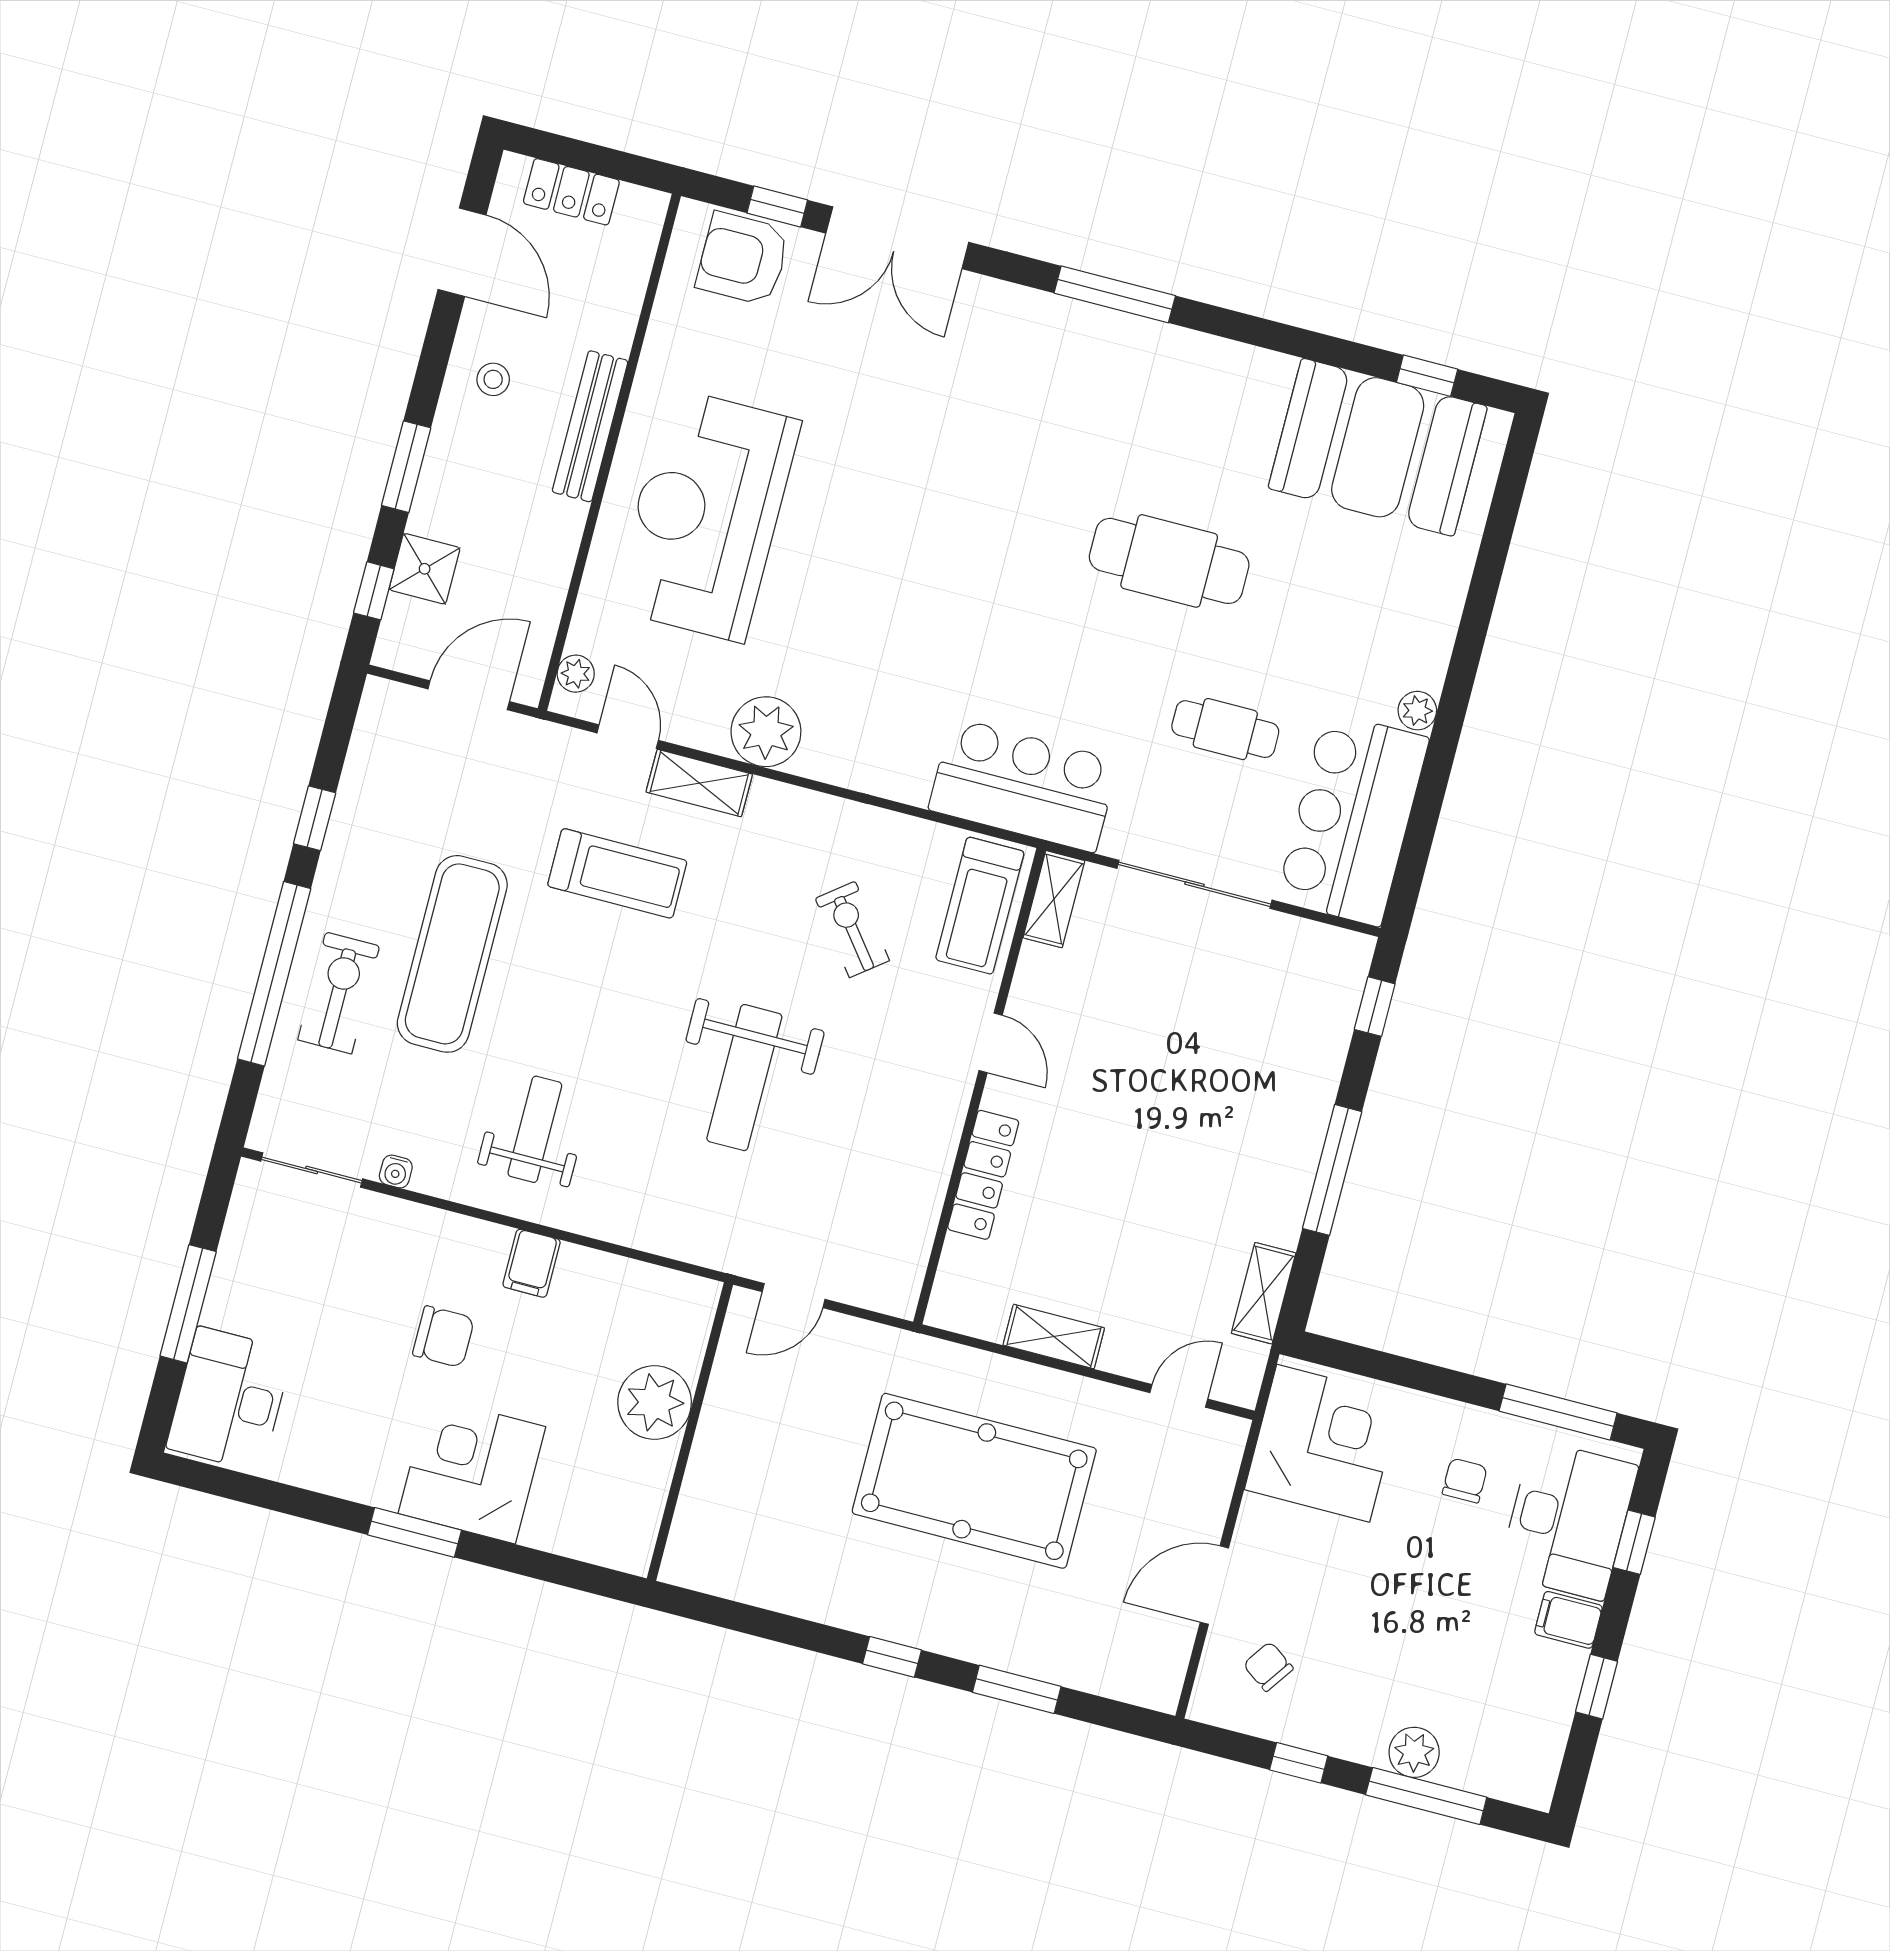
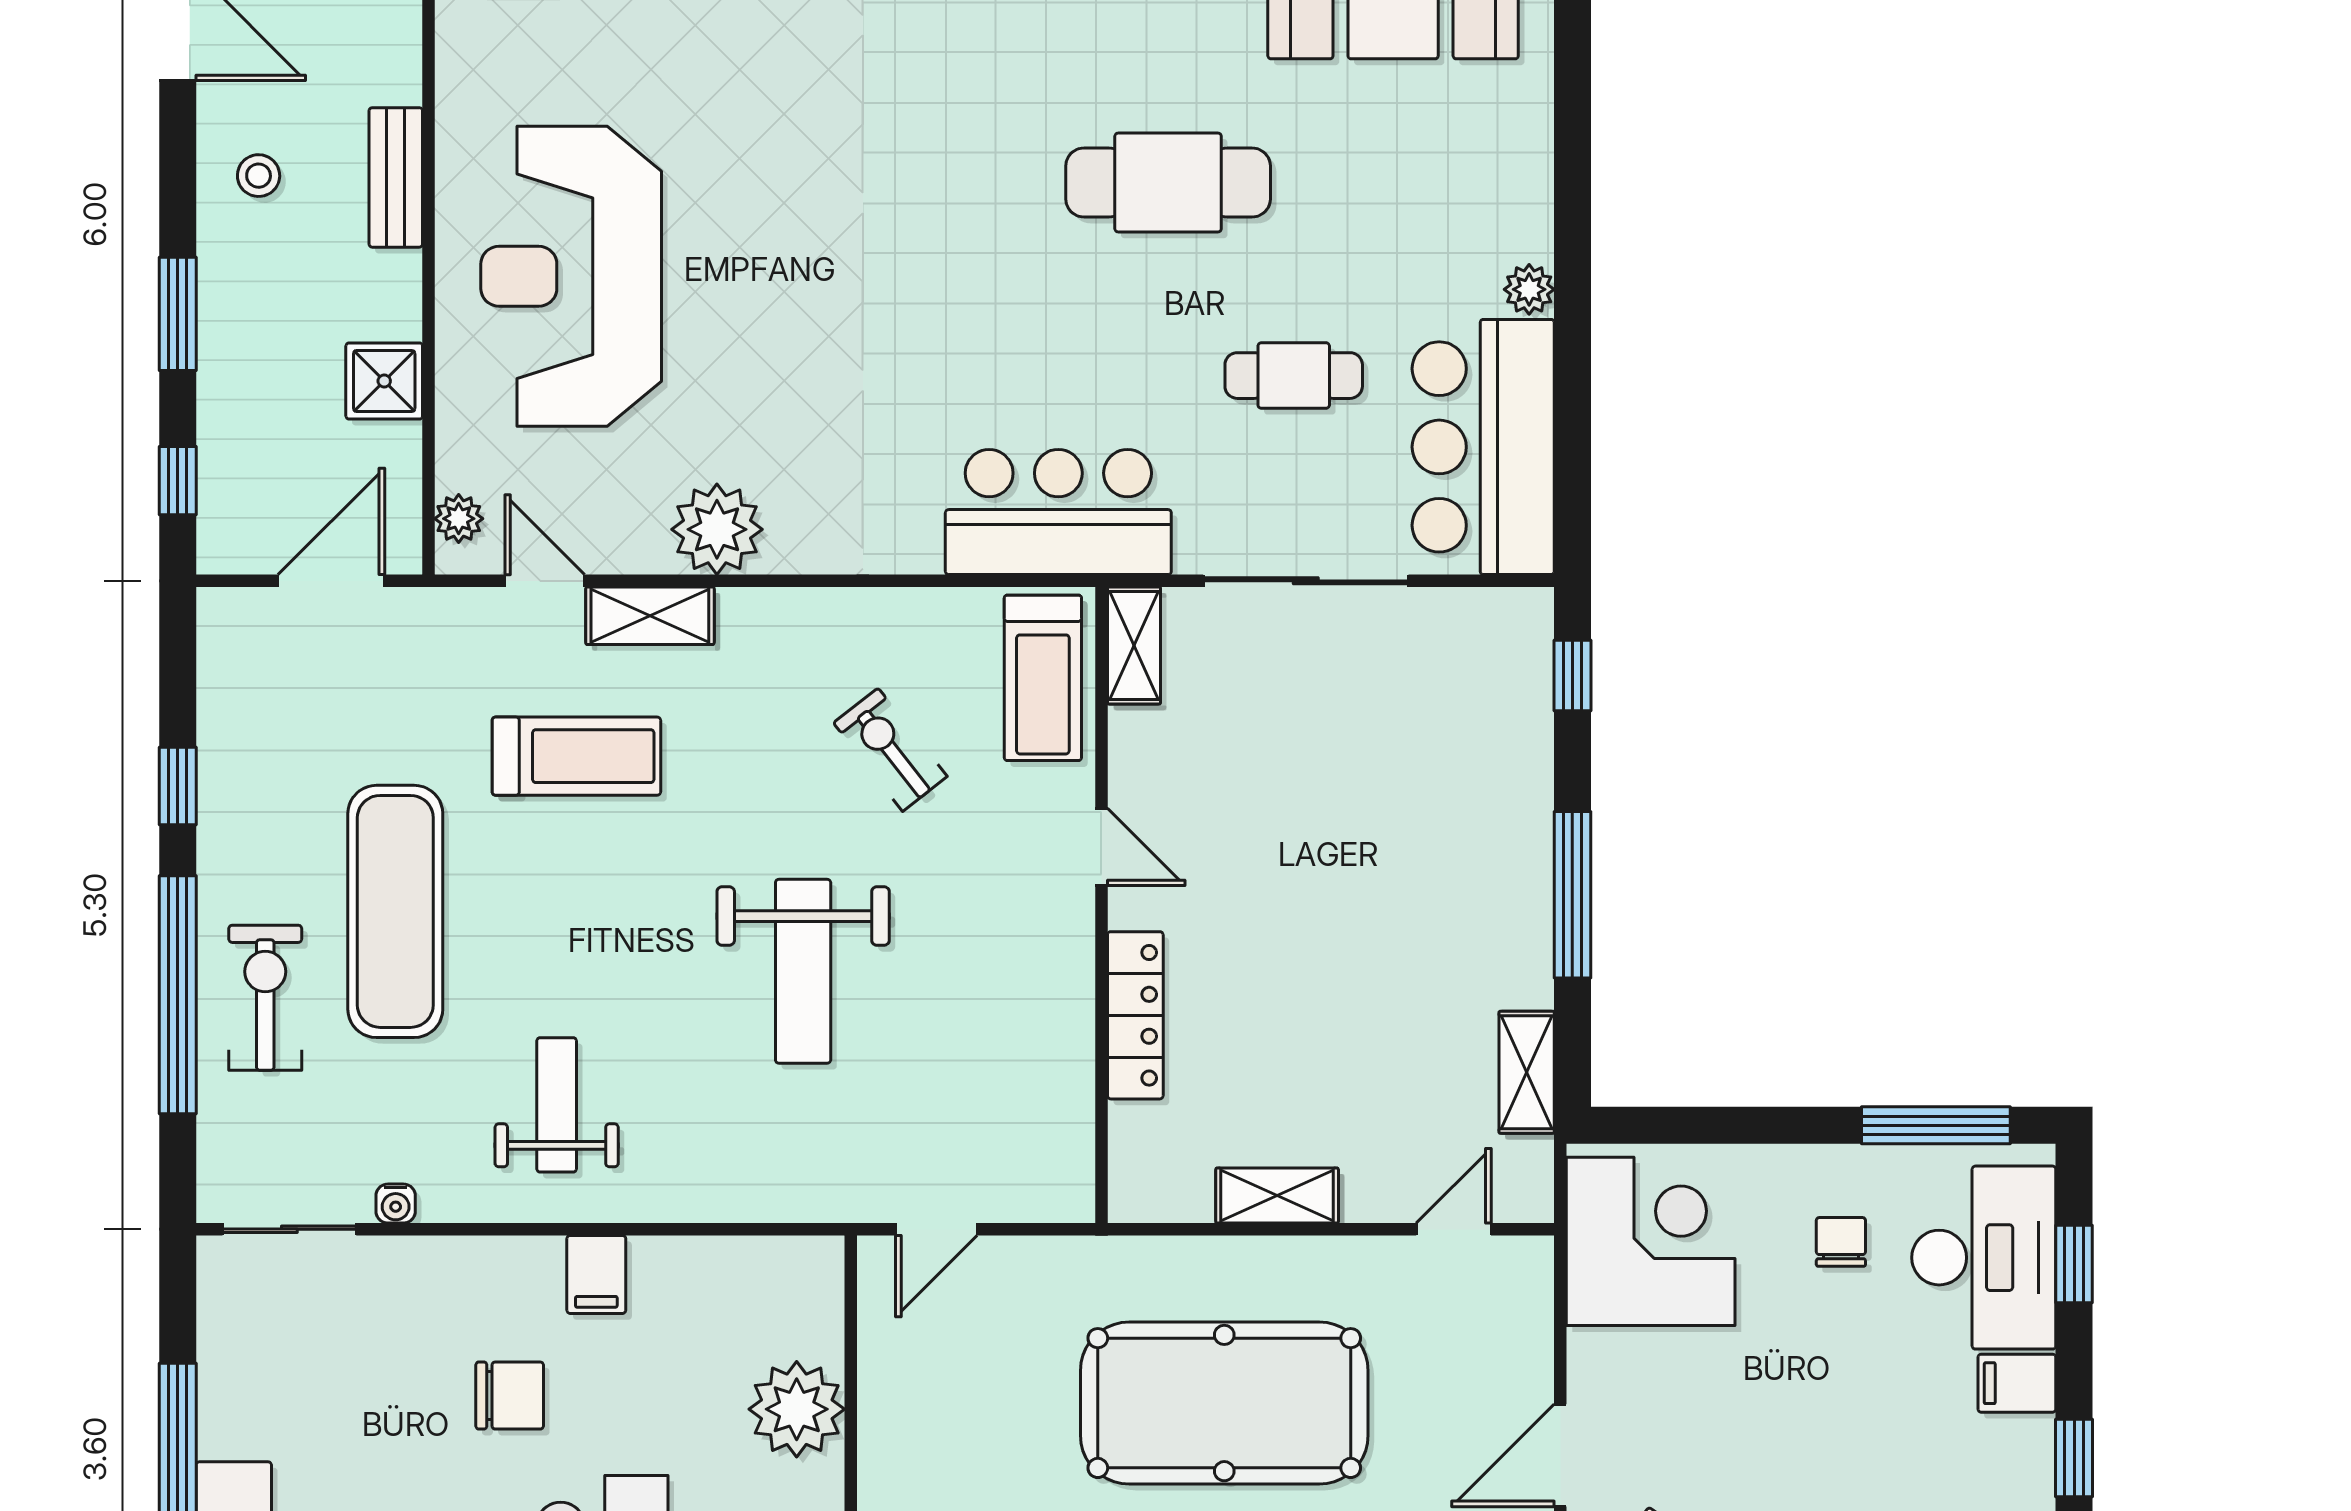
bench: (590, 426) -> (396, 177), width x0.73
shower: (425, 569) -> (384, 381), moved

